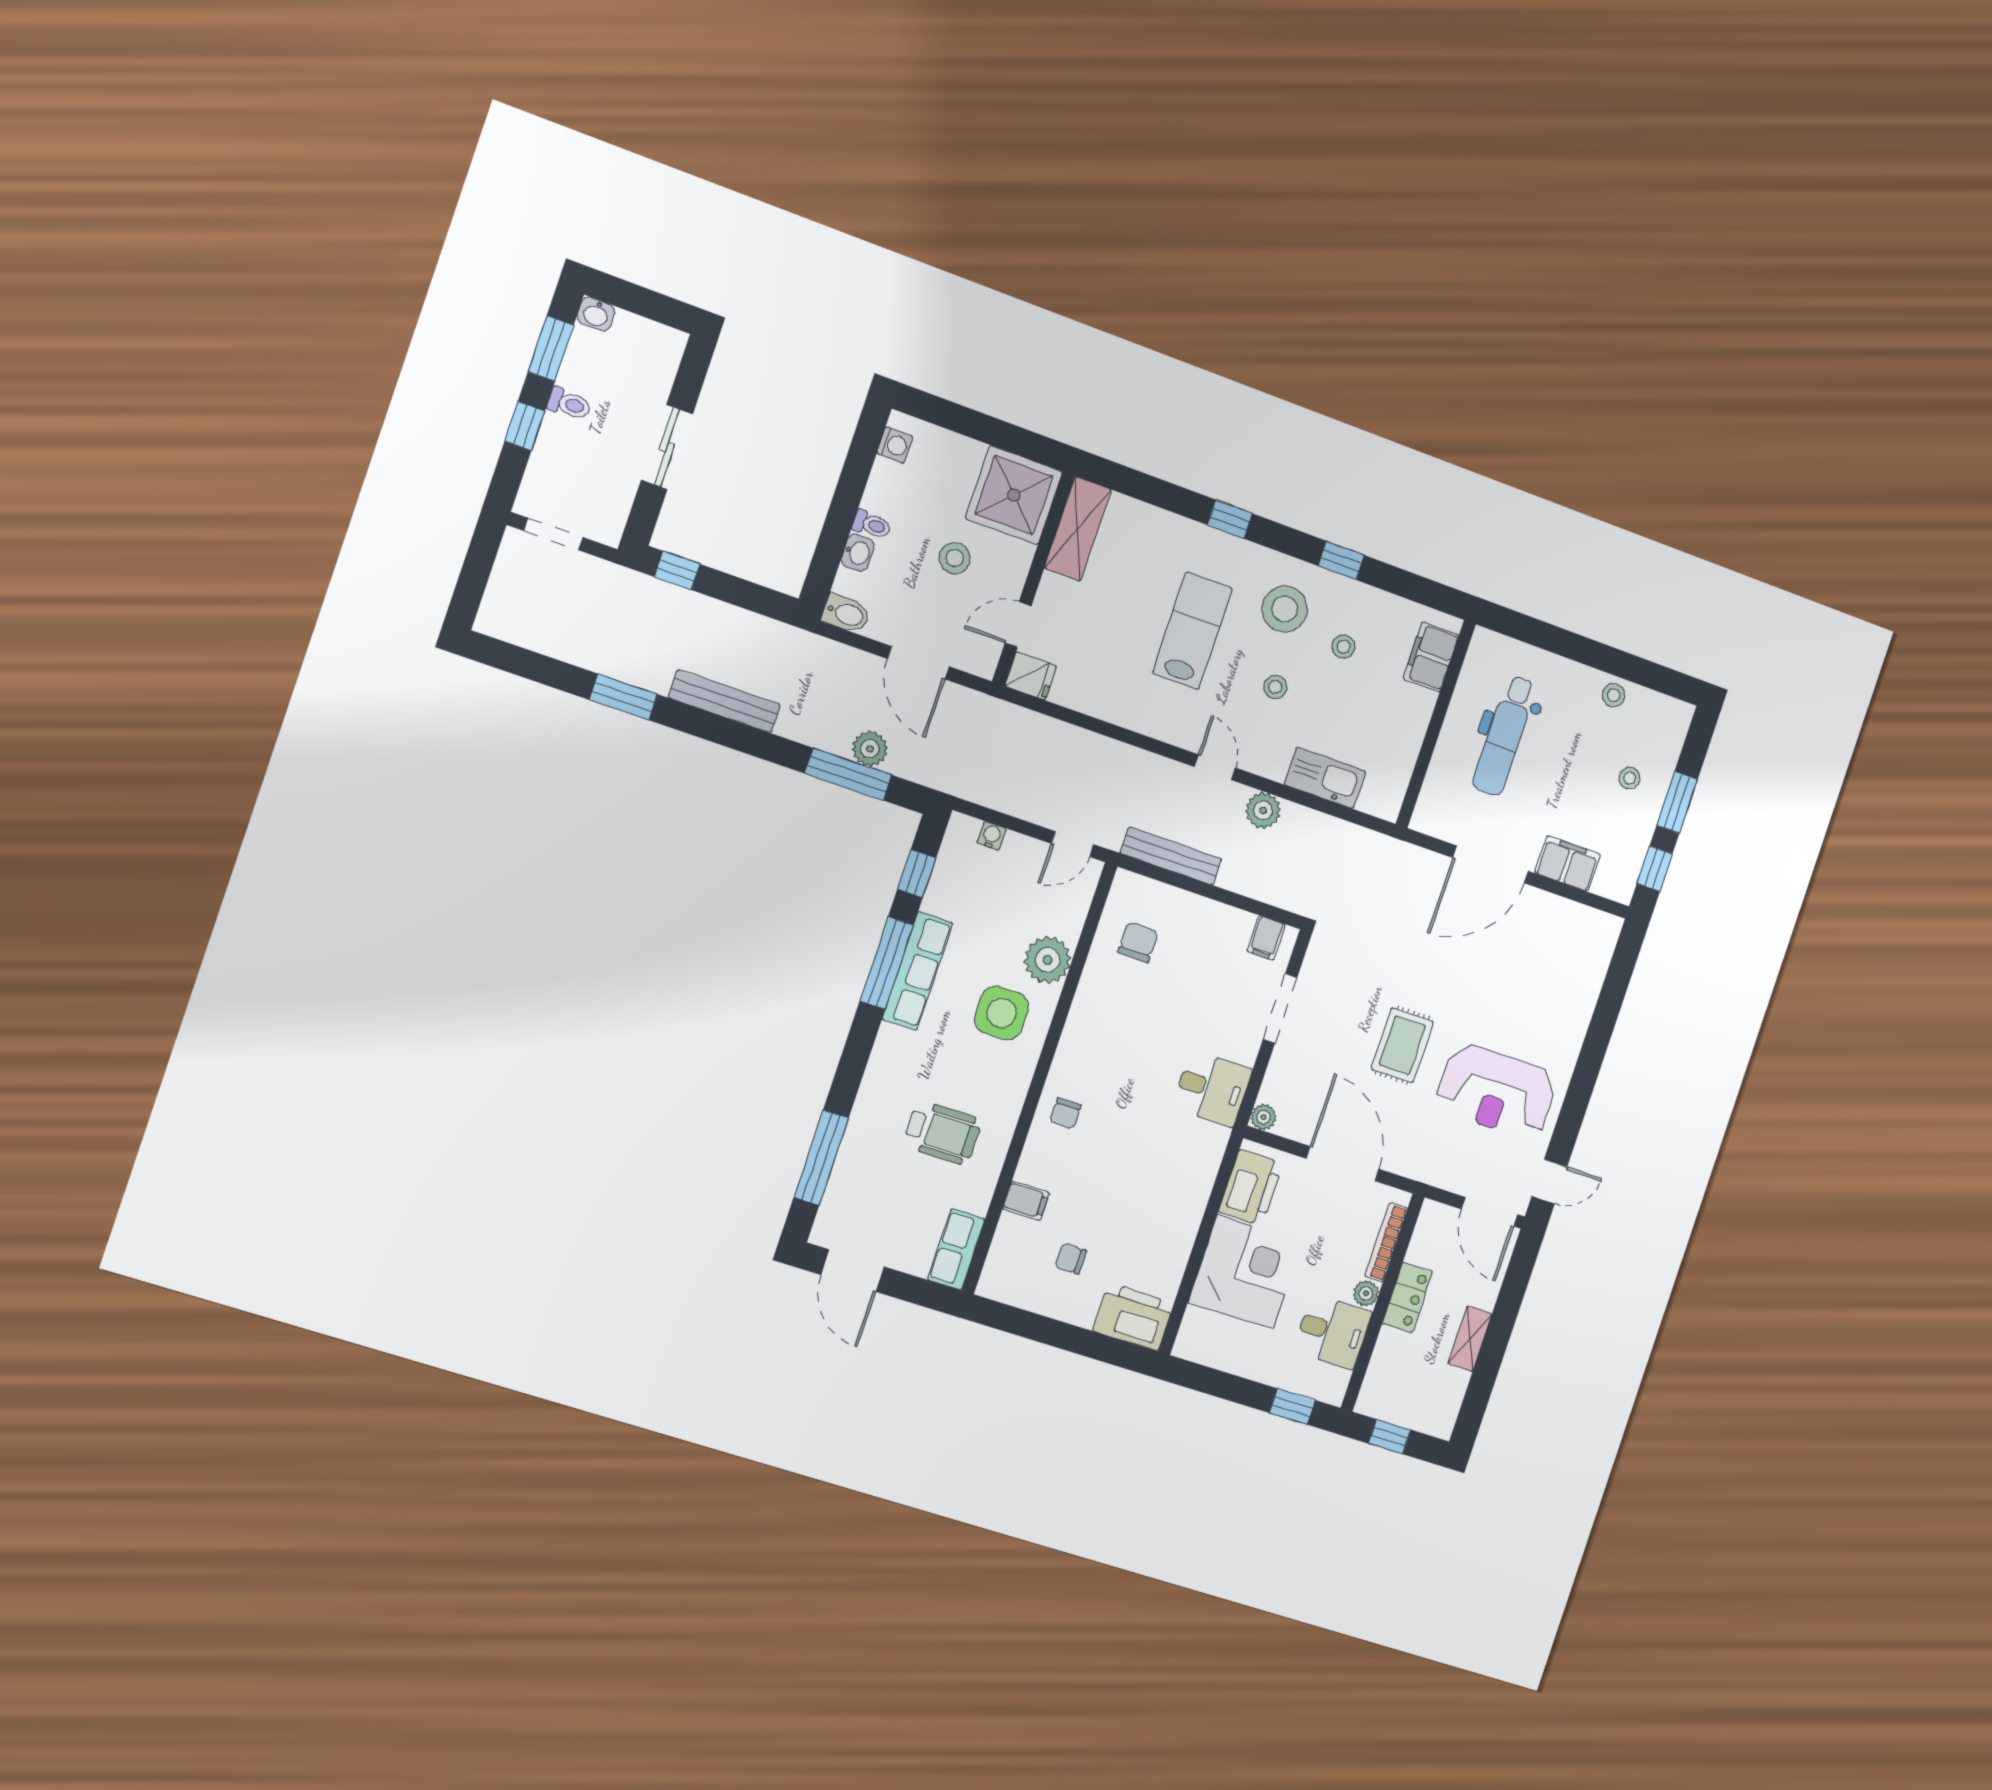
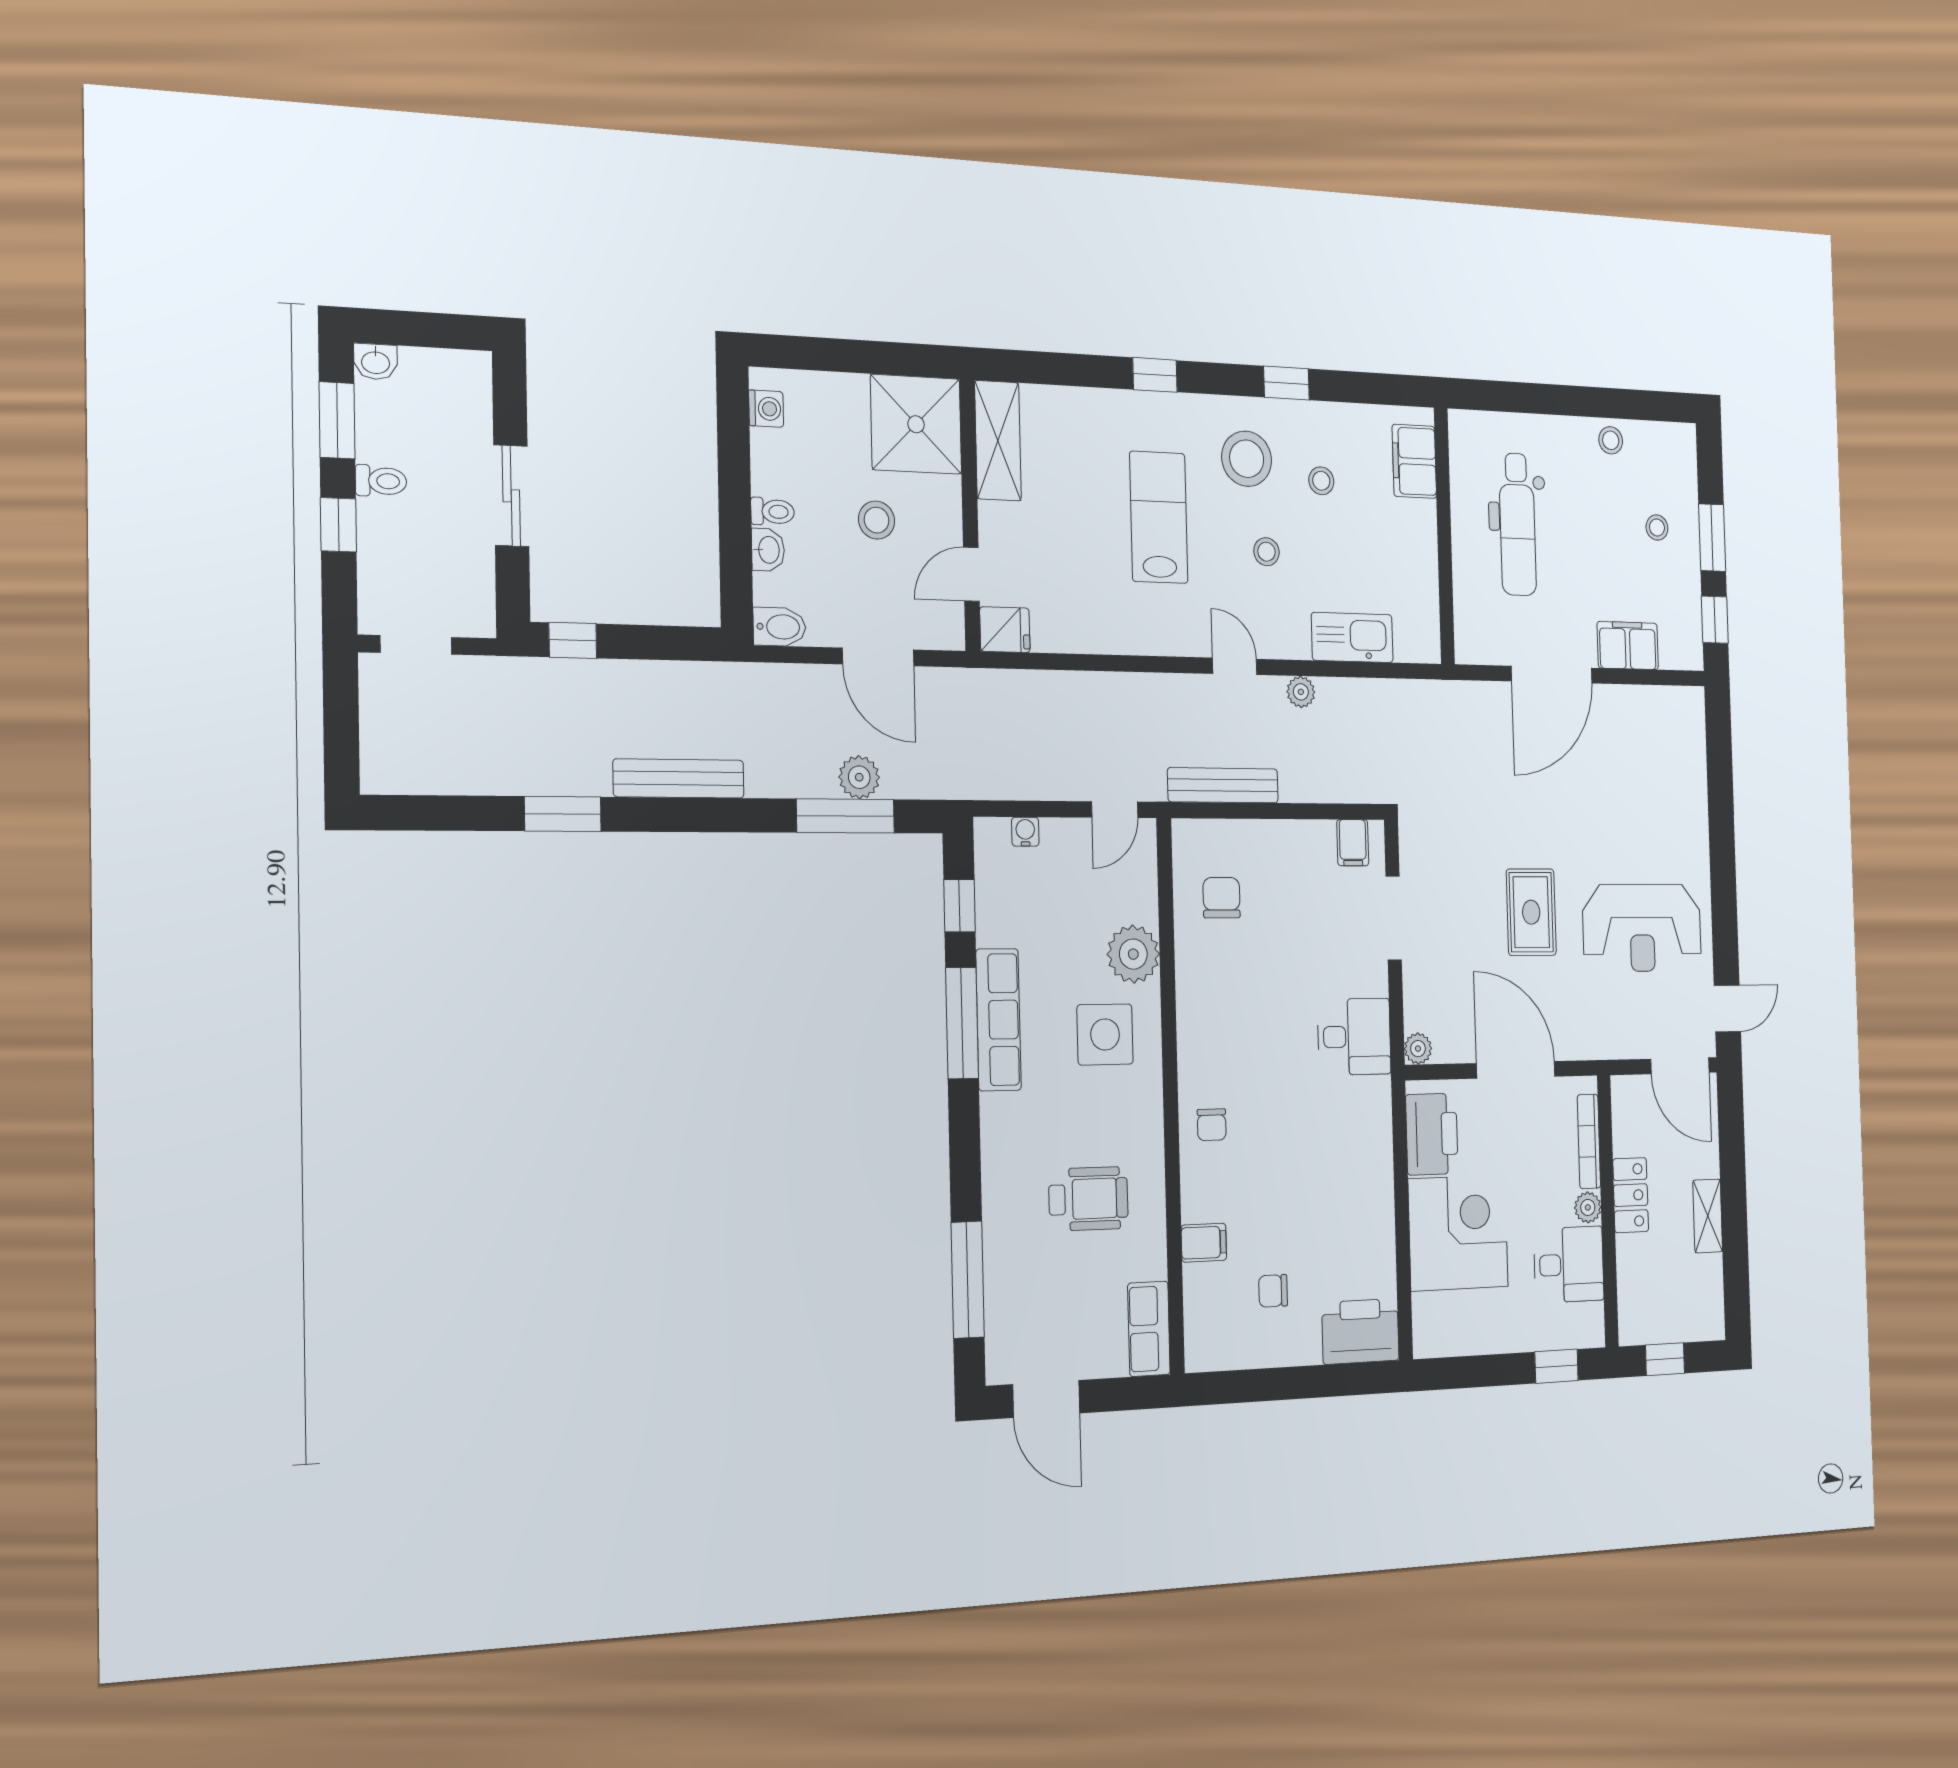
plant: (1263, 810) -> (1301, 692), width x0.73, depth x0.73

